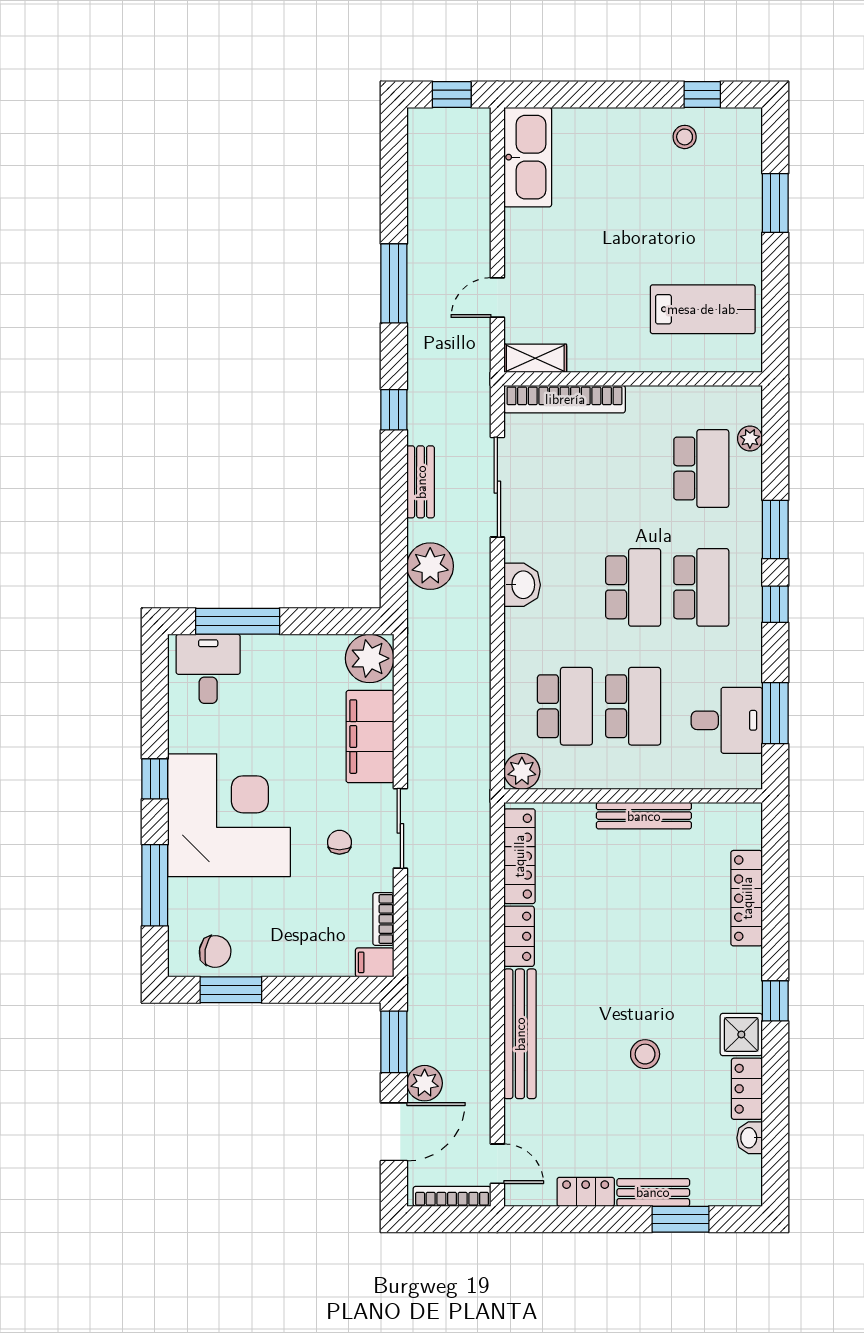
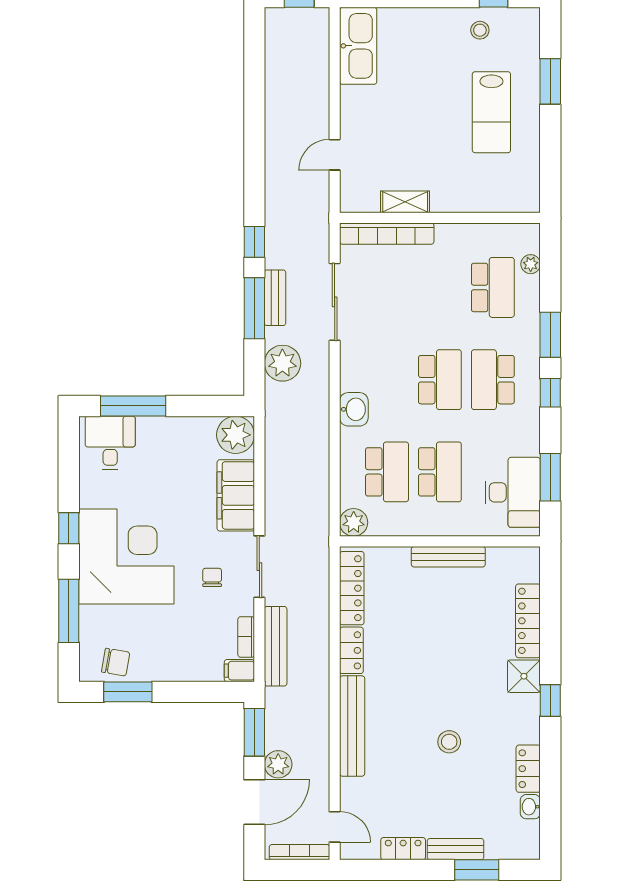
window: (394, 283) -> (254, 308), moved
lab bench: (703, 309) -> (491, 112), moved, turned 90
shelving: (535, 358) -> (405, 202), moved
washbasin: (522, 585) -> (354, 409), moved
school desk: (701, 587) -> (493, 380), turned 180
desk: (727, 720) -> (513, 492), width x1.37
bench: (421, 931) -> (276, 646), added
shower: (741, 1034) -> (524, 676), moved

